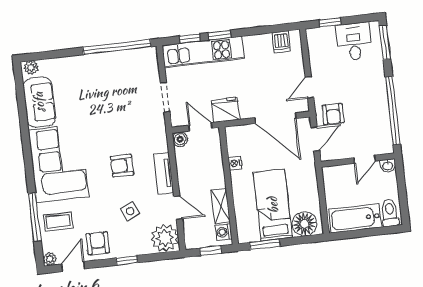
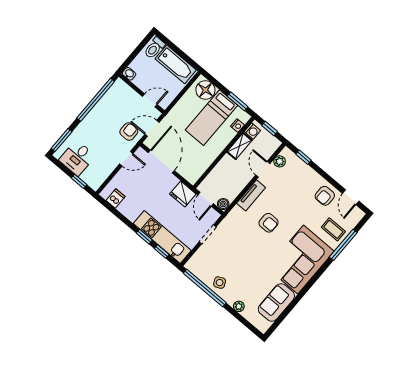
plant: (31, 67) -> (239, 306), moved
door: (364, 159) -> (150, 100), moved
nightstand: (235, 163) -> (238, 126), moved
side table: (130, 211) -> (220, 283), moved
plant: (165, 238) -> (280, 161), width x0.53, depth x0.53
plant: (50, 259) -> (359, 214), removed
window: (127, 260) -> (303, 157), moved
door: (73, 267) -> (351, 197), hinge flipped

